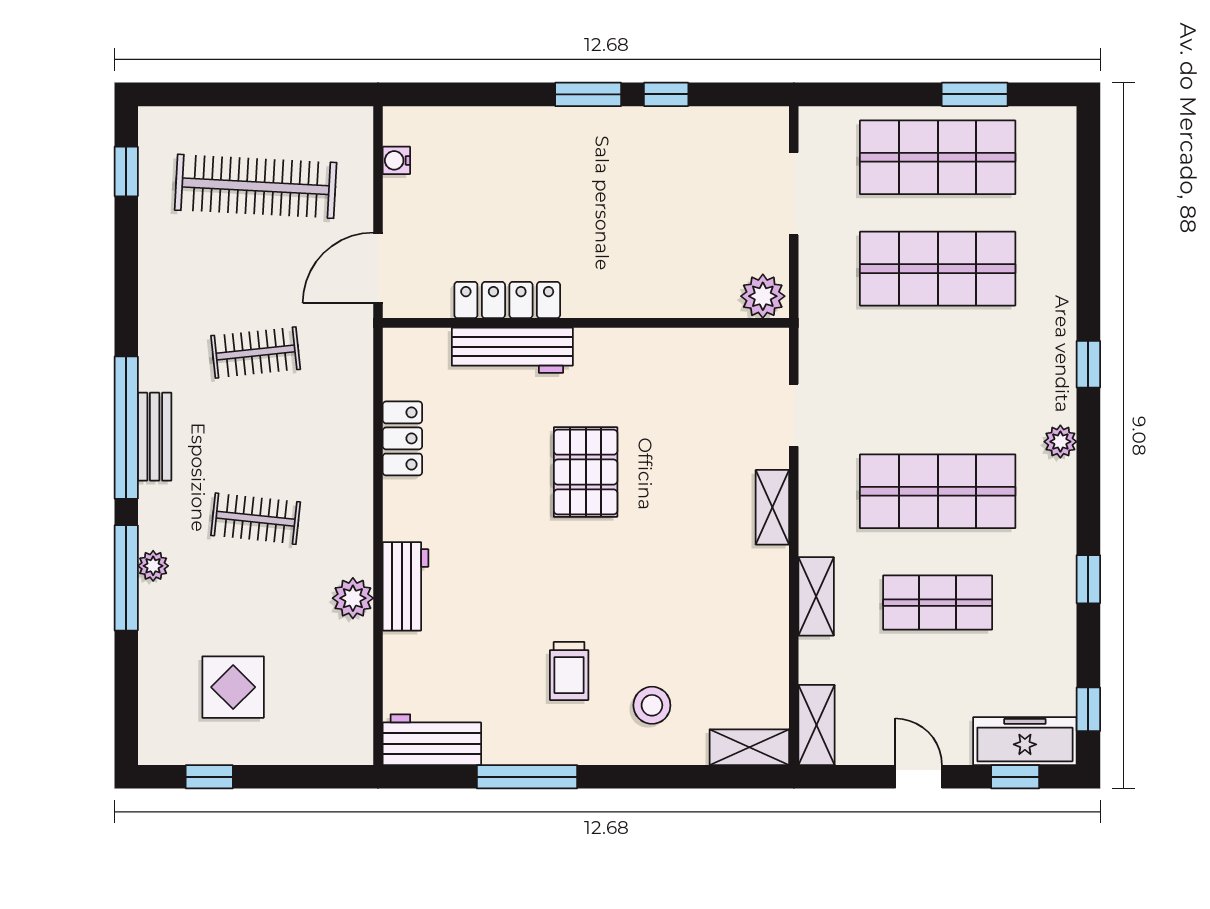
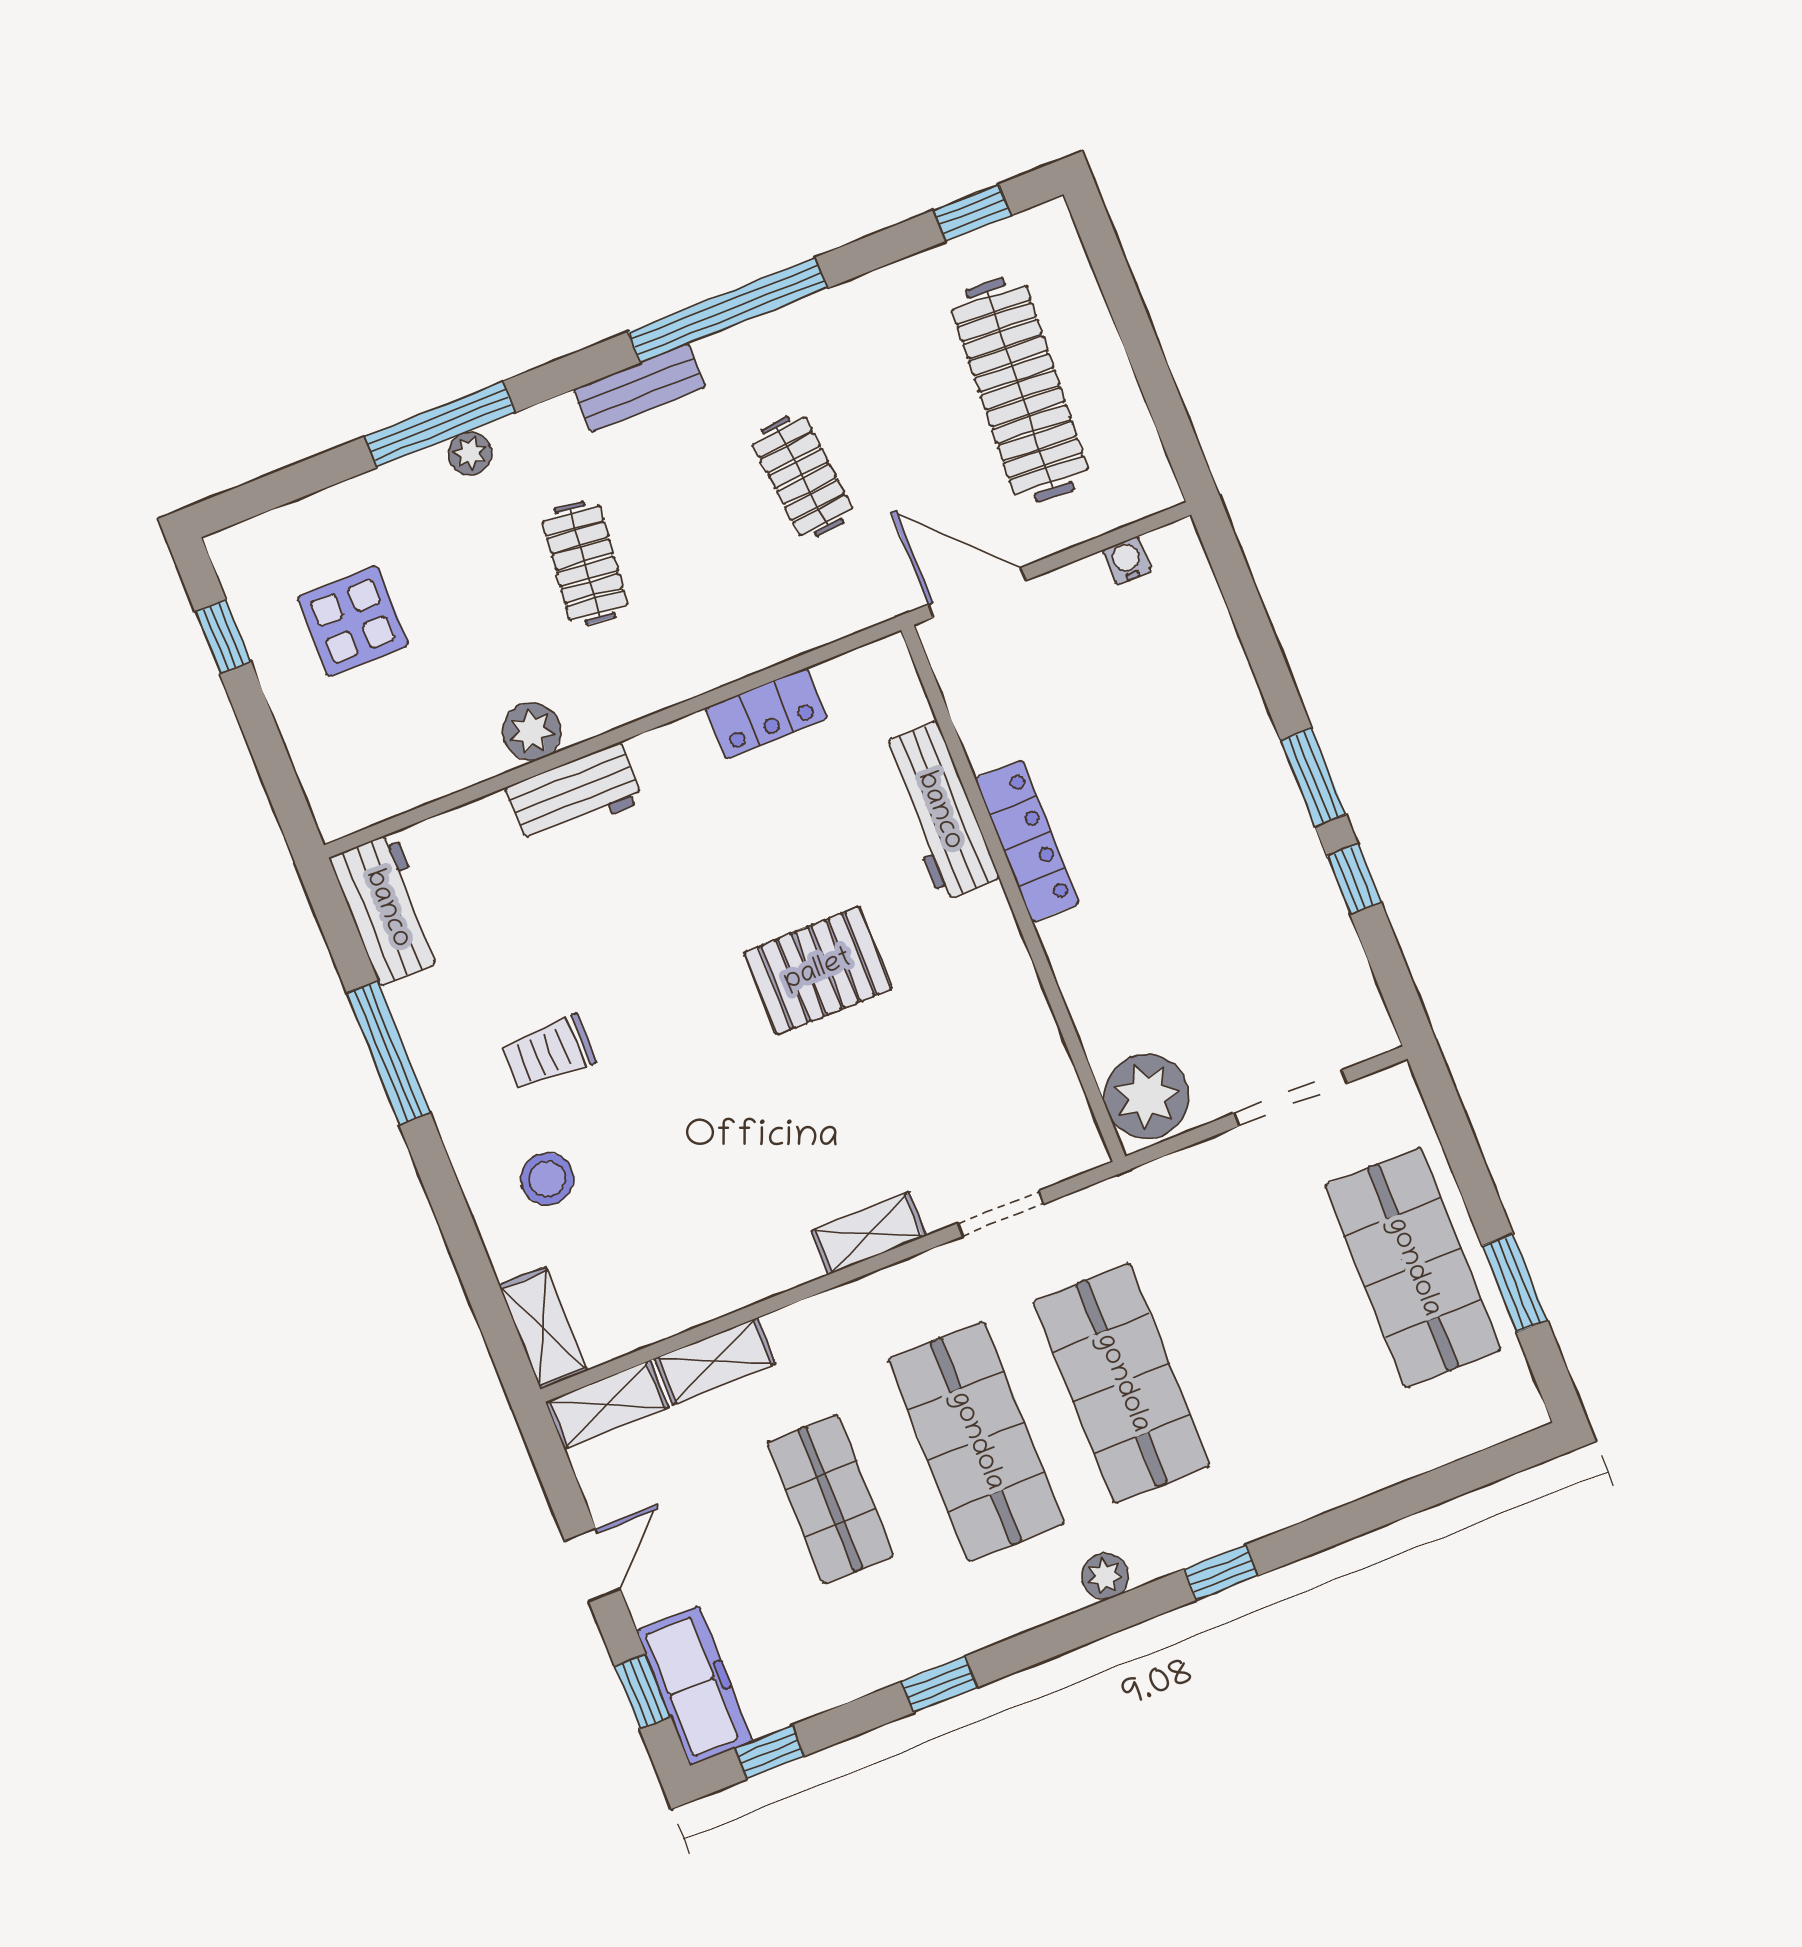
shop shelf: (938, 269) -> (1122, 1383), moved
plant: (763, 296) -> (1147, 1096), width x1.36, depth x1.36
locker: (507, 300) -> (1027, 841), moved
window: (126, 428) -> (728, 310), moved
shelving: (816, 596) -> (715, 1361), moved

